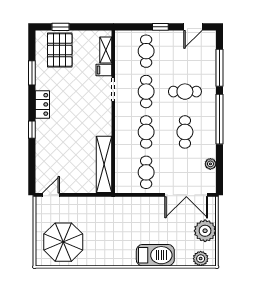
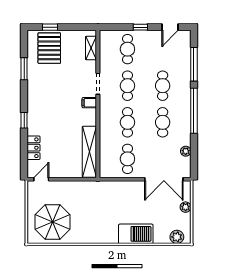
filing cabinet: (104, 70) -> (89, 103), moved
cafe table: (185, 92) -> (163, 86), turned 90
locker: (42, 104) -> (33, 148), moved
plant: (205, 231) -> (186, 207), width x0.53, depth x0.53

